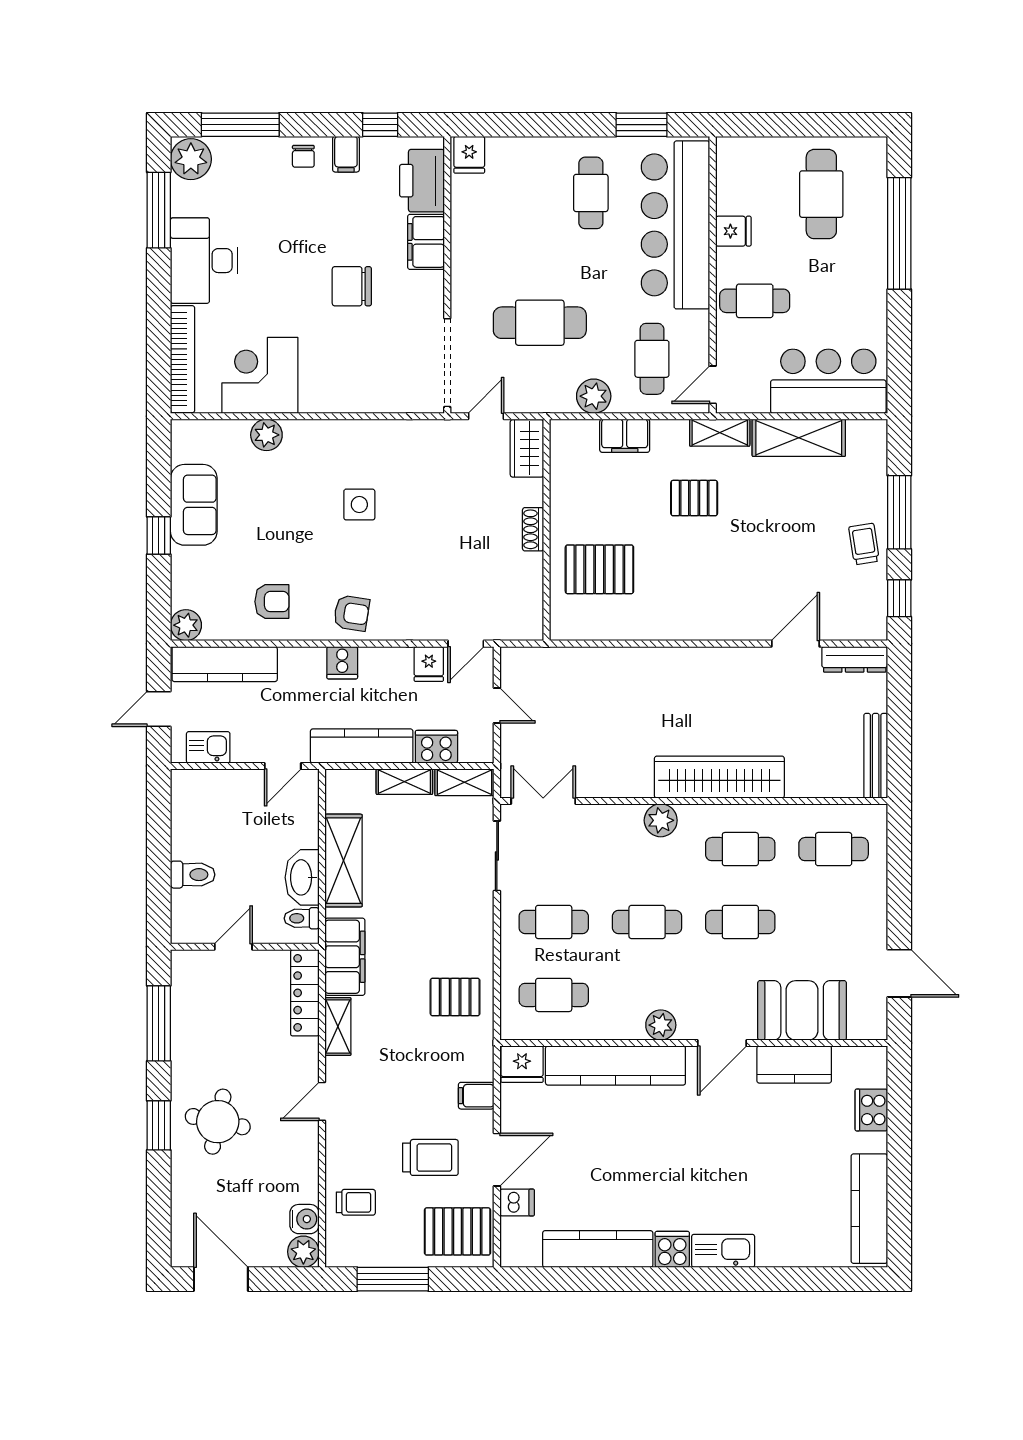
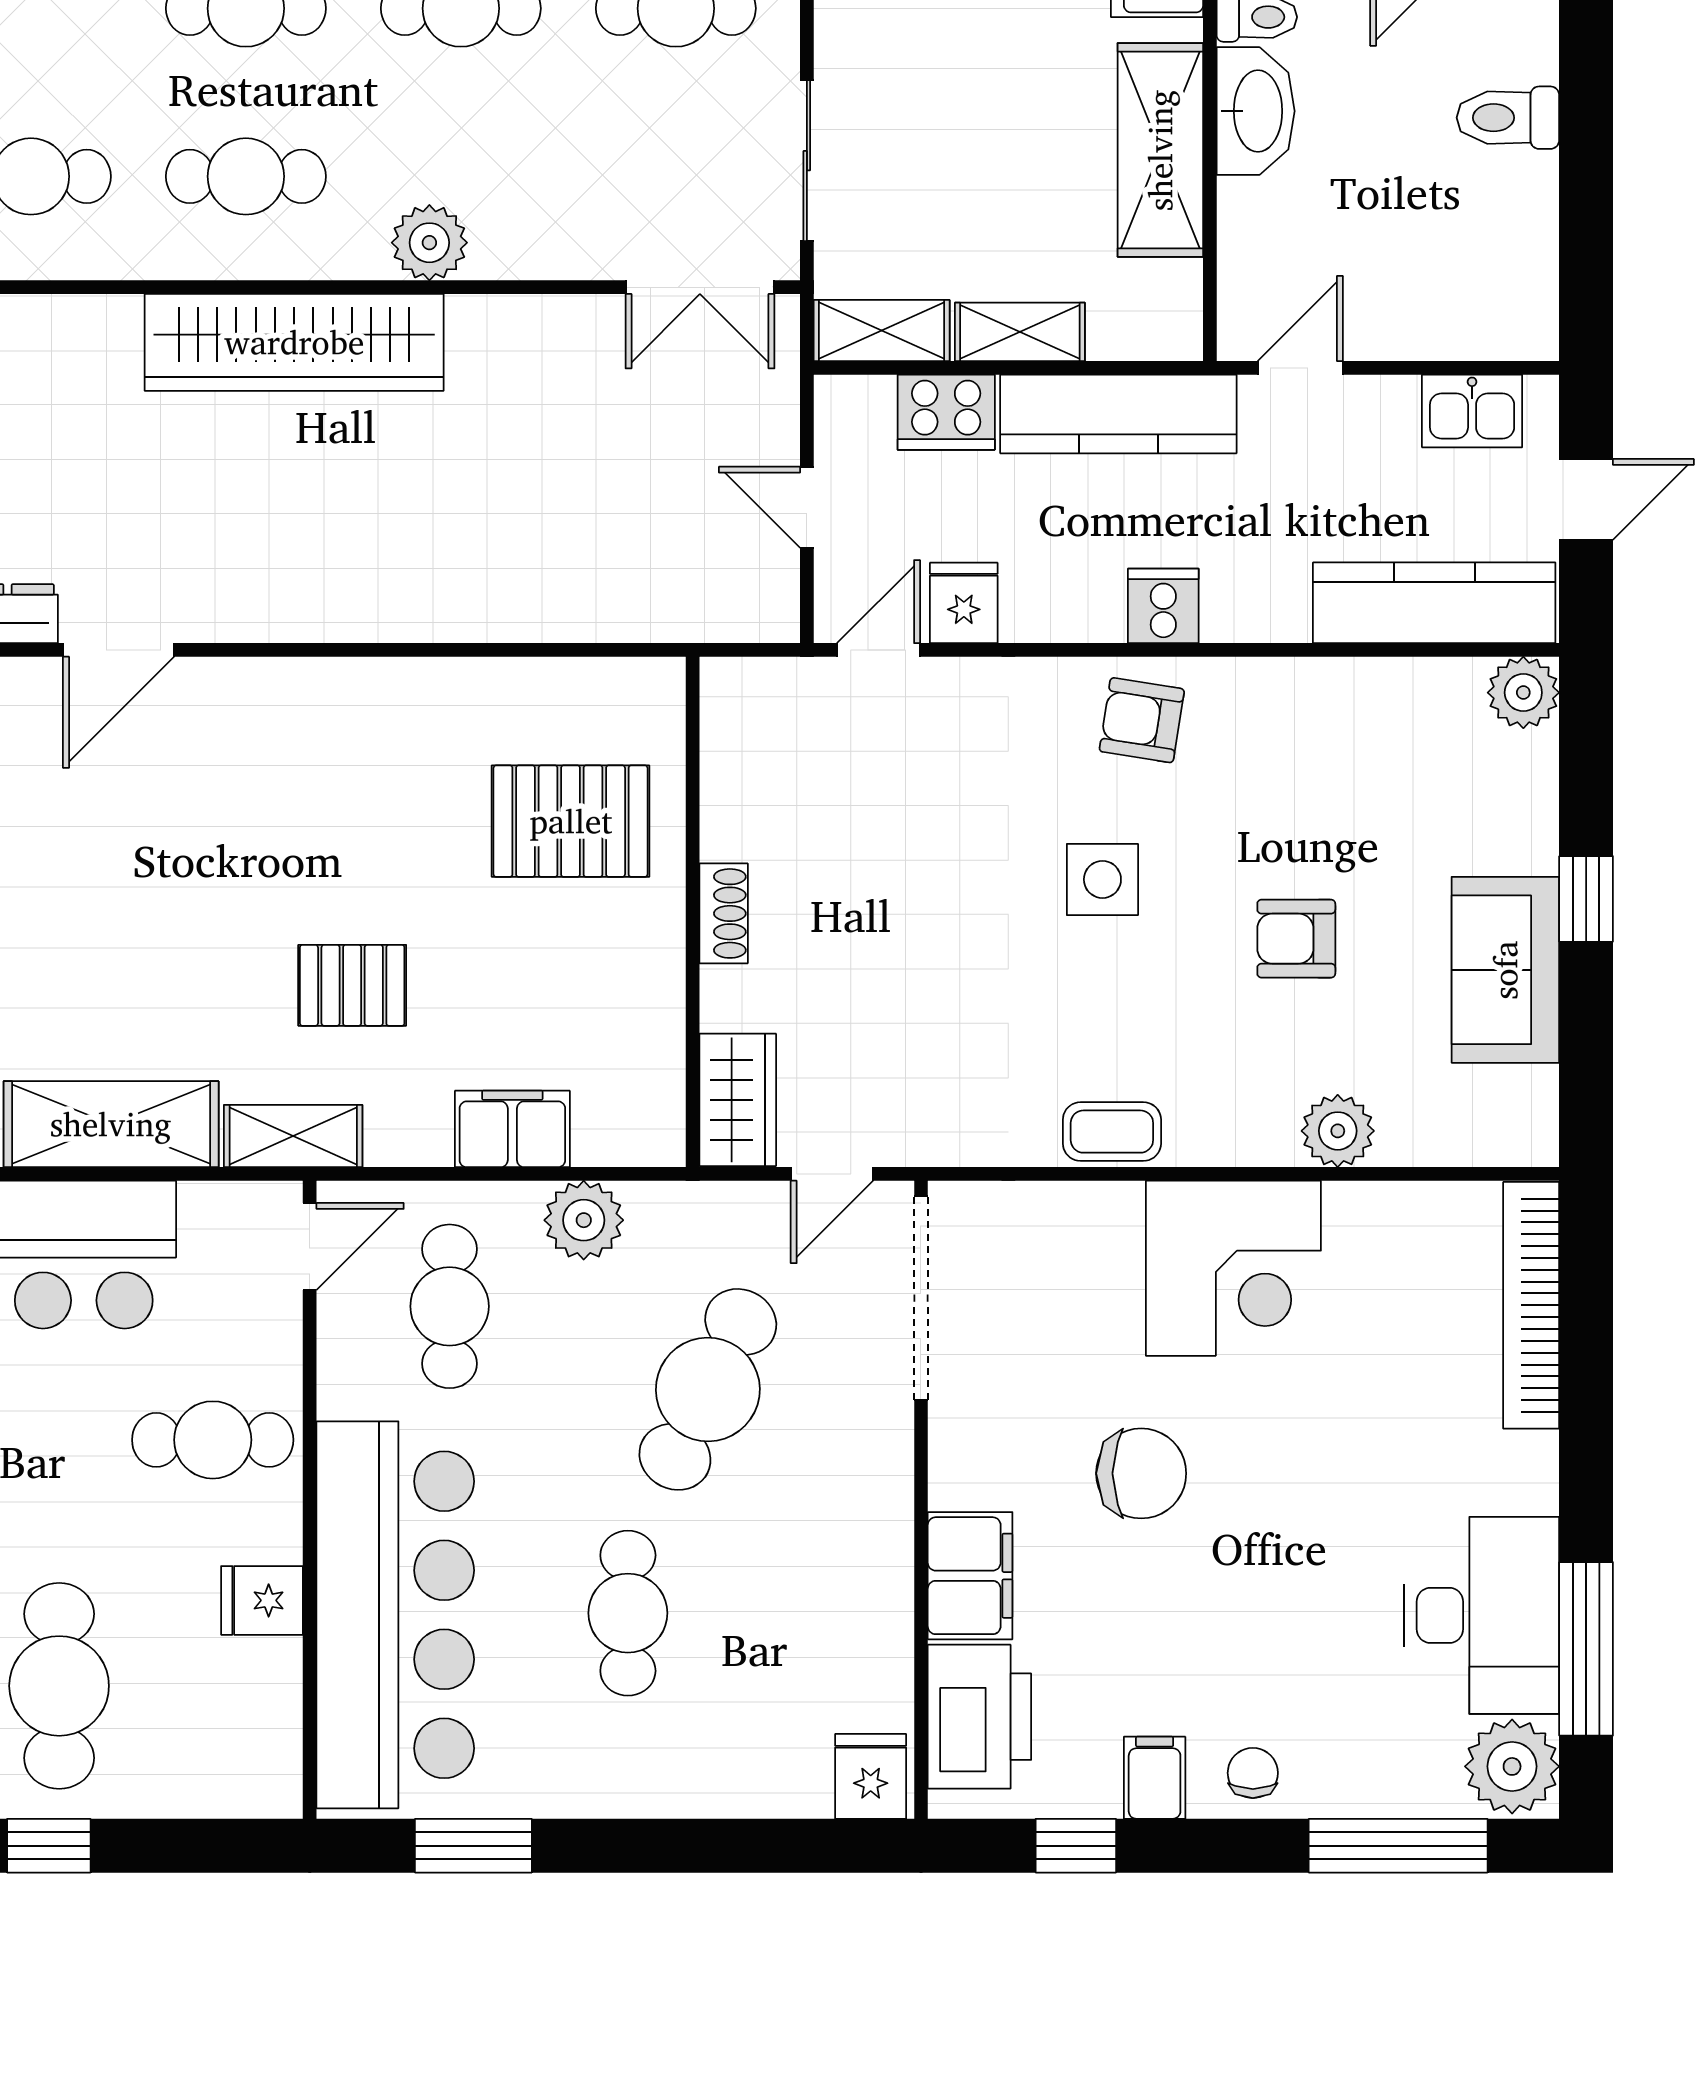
window: (826, 125) -> (49, 1846), added
cafe table: (591, 193) -> (628, 1613), moved
desk: (204, 261) -> (1482, 1615), moved
cafe table: (540, 323) -> (708, 1389), turned -64
corner desk: (260, 375) -> (1233, 1268), moved
coffee table: (364, 435) -> (1112, 1132), added
side table: (359, 505) -> (1102, 879), moved
armchair: (272, 602) -> (1296, 939), moved

